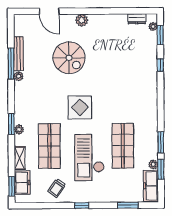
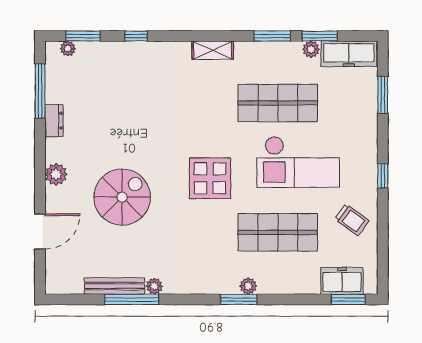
window: (129, 11) -> (40, 91), added
dresser: (137, 19) -> (54, 121), moved
shelving: (20, 158) -> (213, 50), moved

